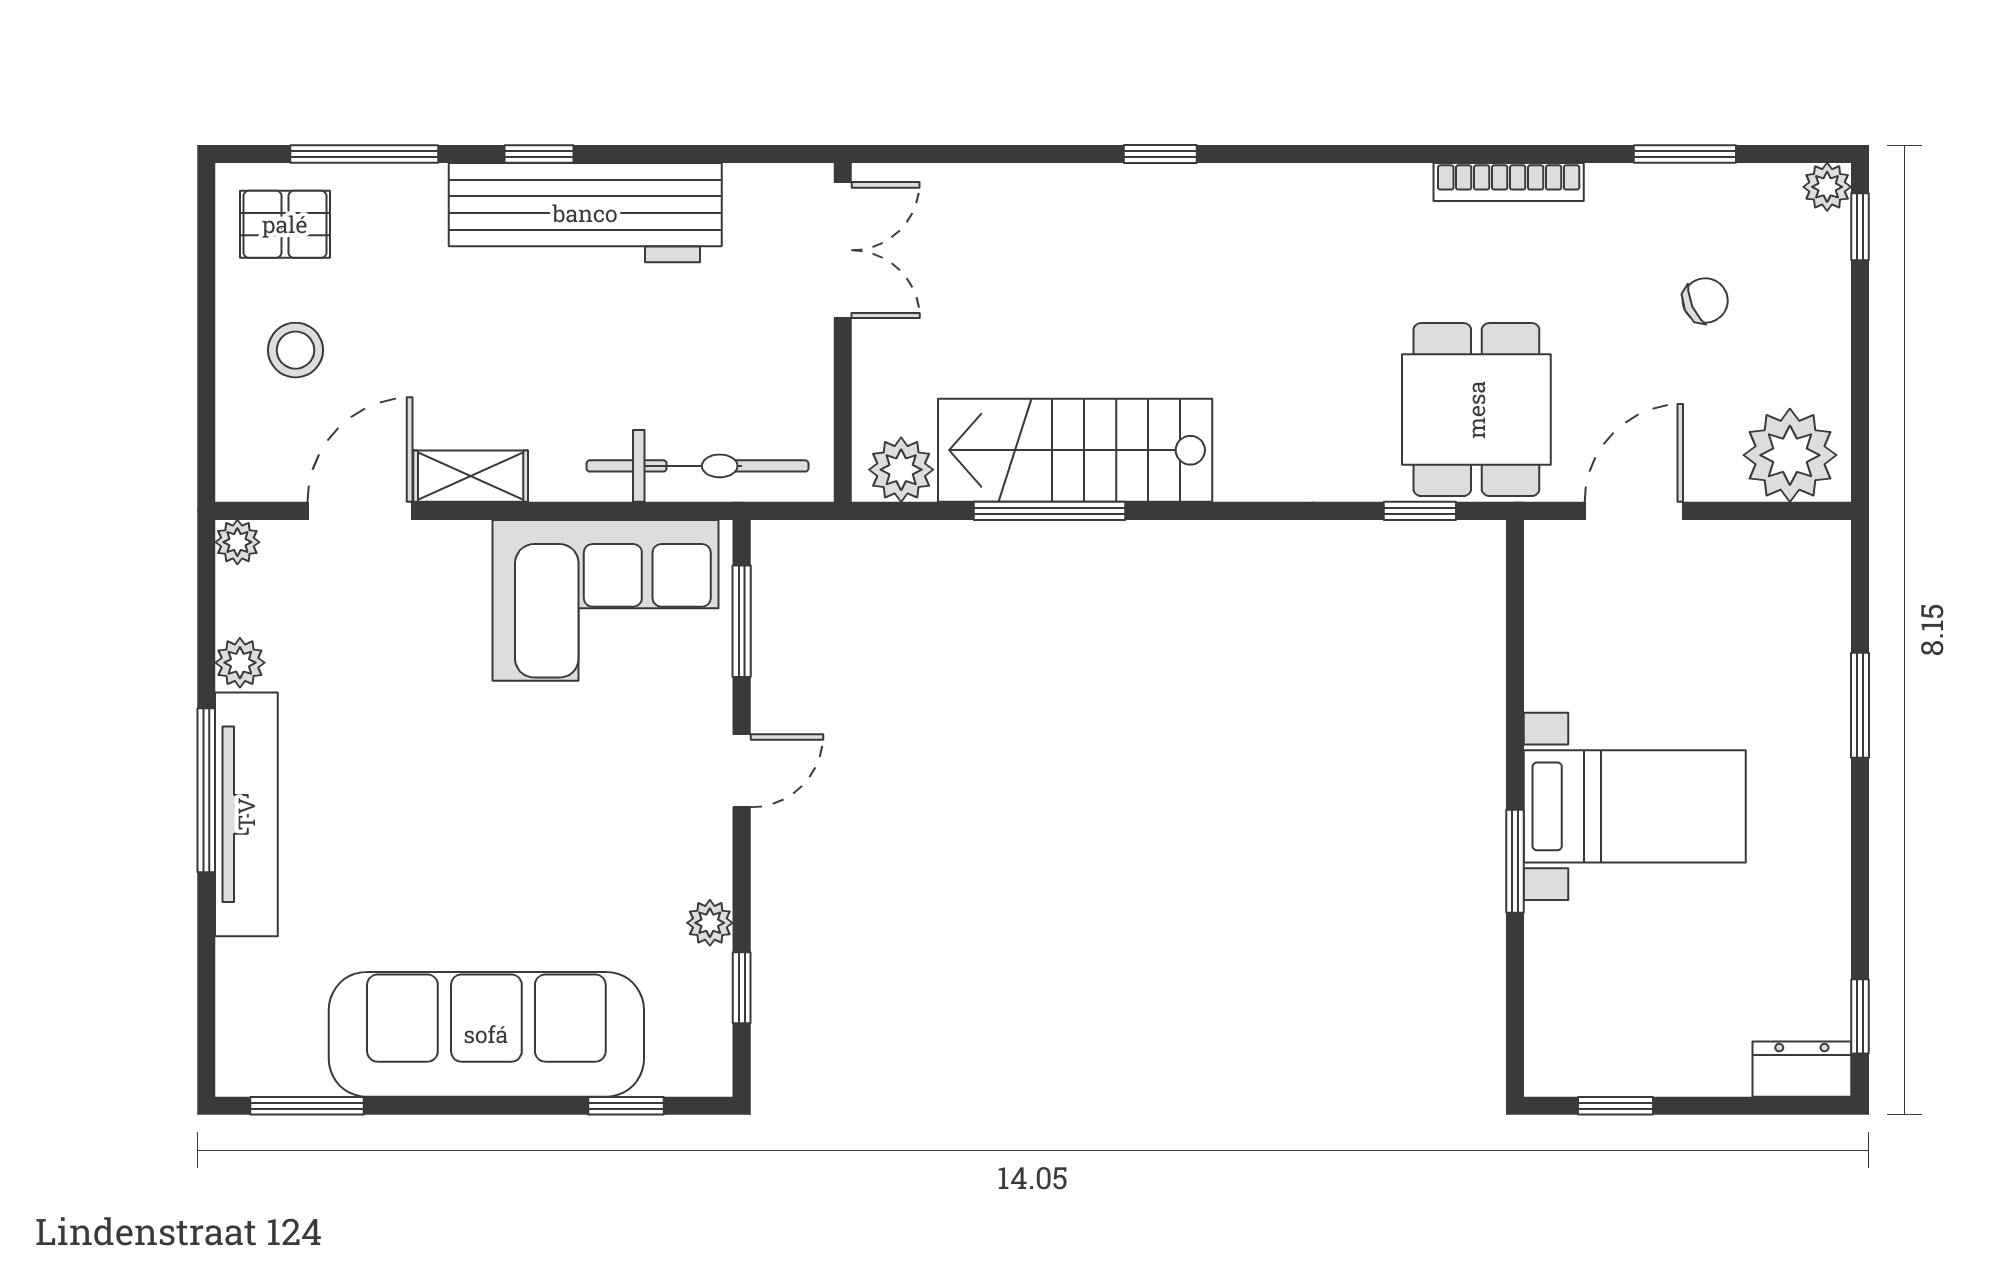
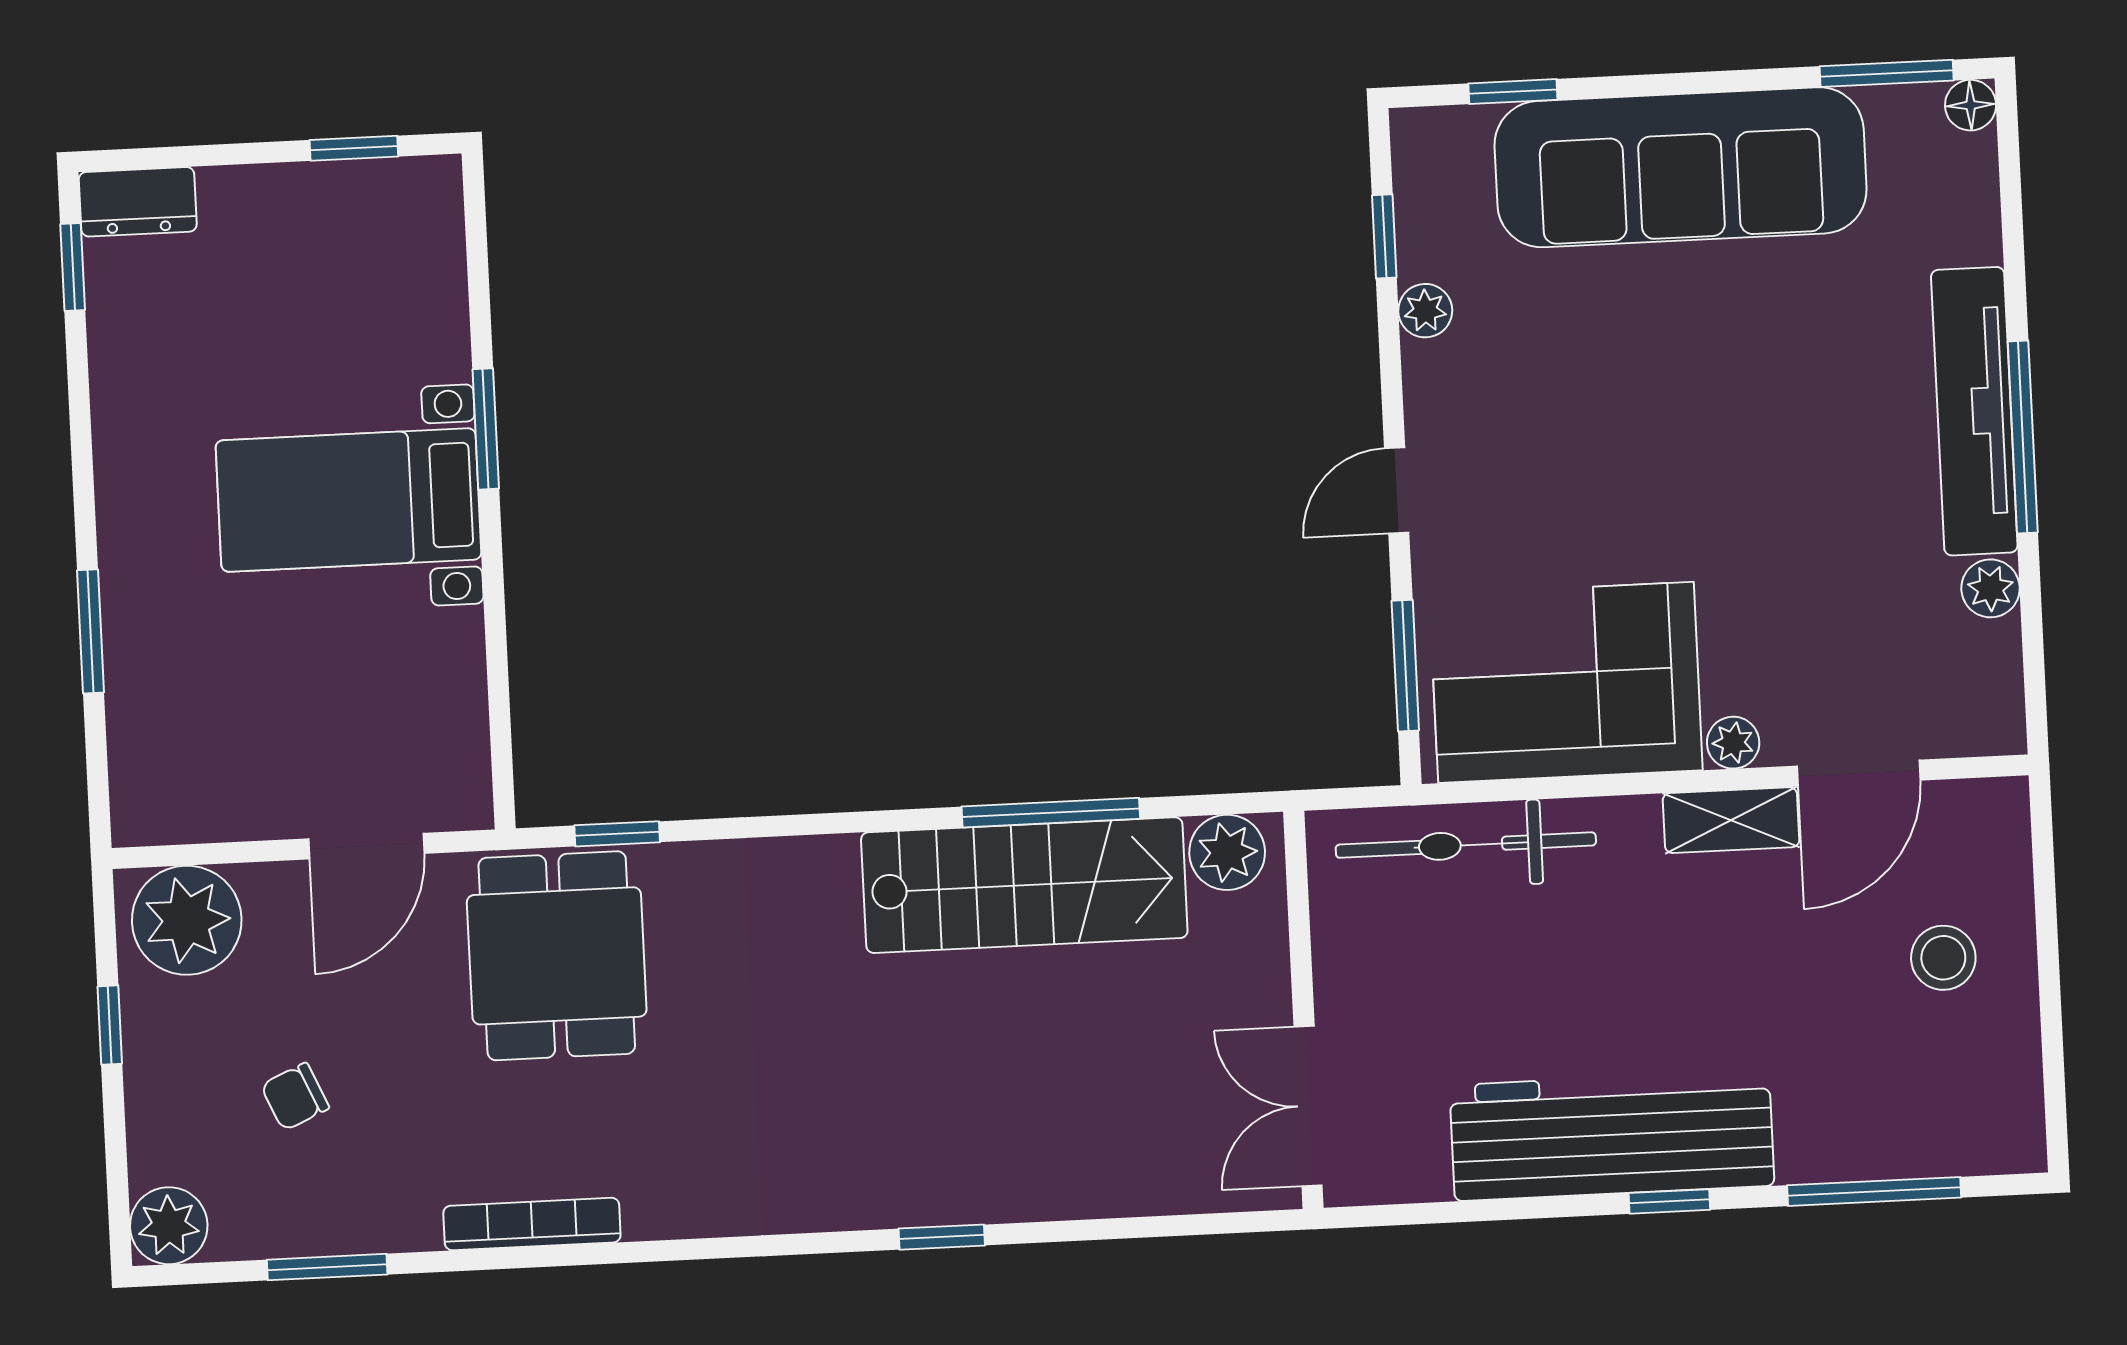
plant: (1827, 187) -> (169, 1226), width x1.38, depth x1.38
pallet: (285, 224) -> (1963, 1105), removed
window: (1860, 227) -> (110, 1025), moved
plant: (237, 542) -> (1733, 743), moved
floor lamp: (237, 1075) -> (1971, 105), added

